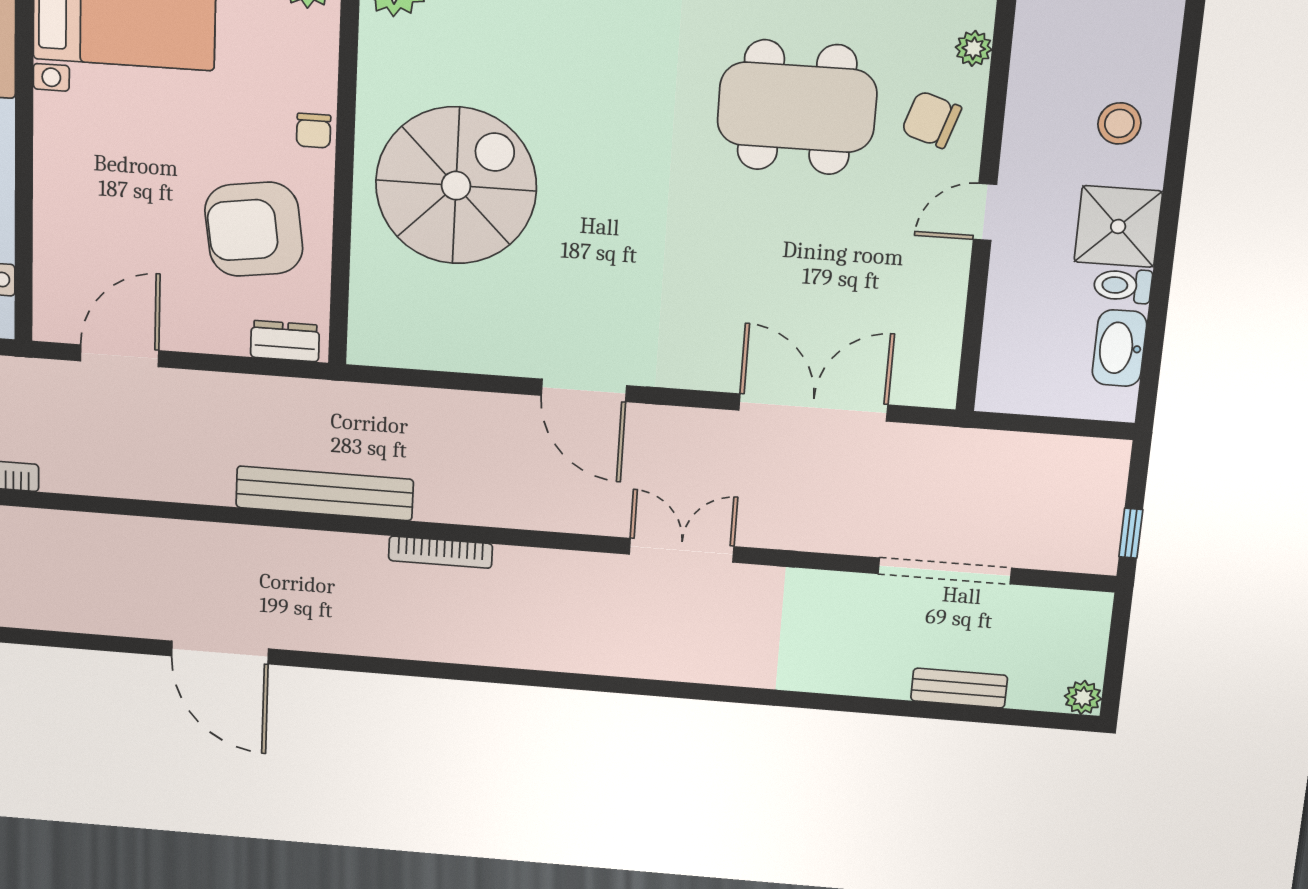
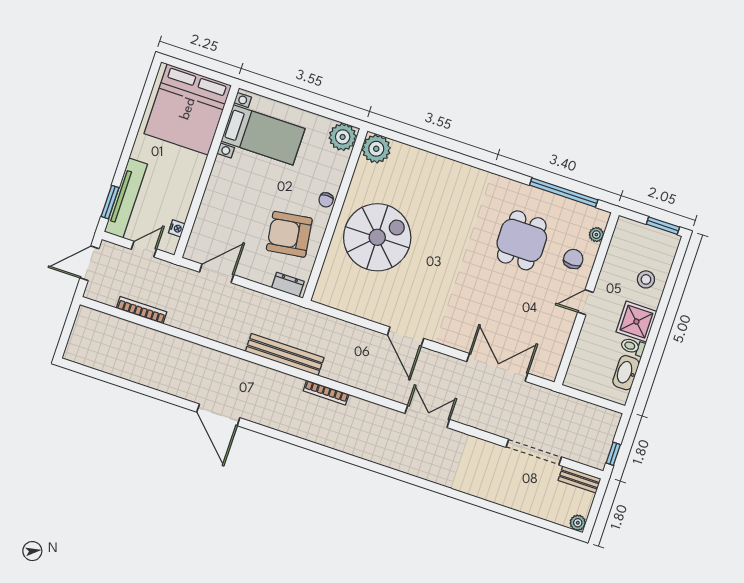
dining table: (797, 107) -> (522, 240), width x0.73
chair: (931, 120) -> (573, 259), turned 72
bench: (959, 688) -> (579, 479), moved

